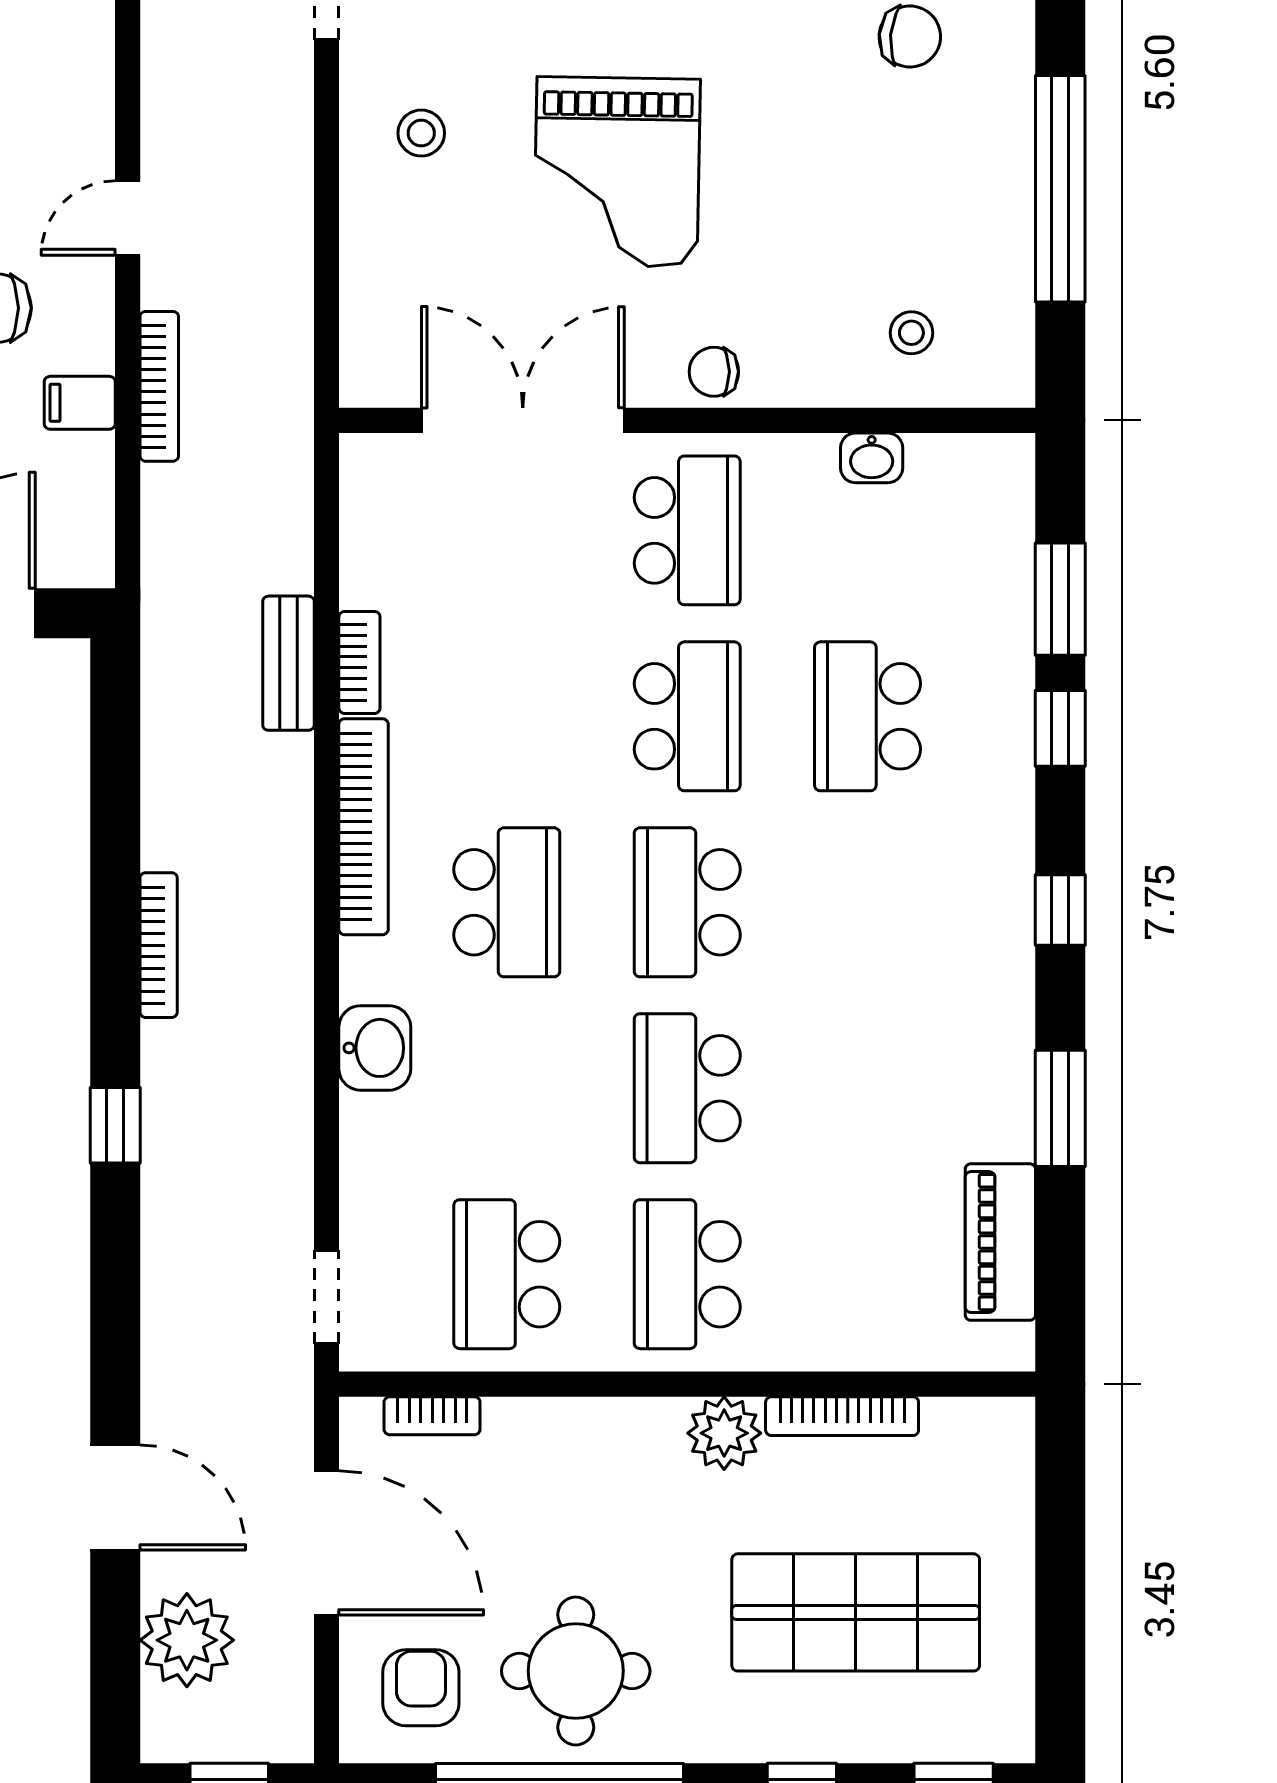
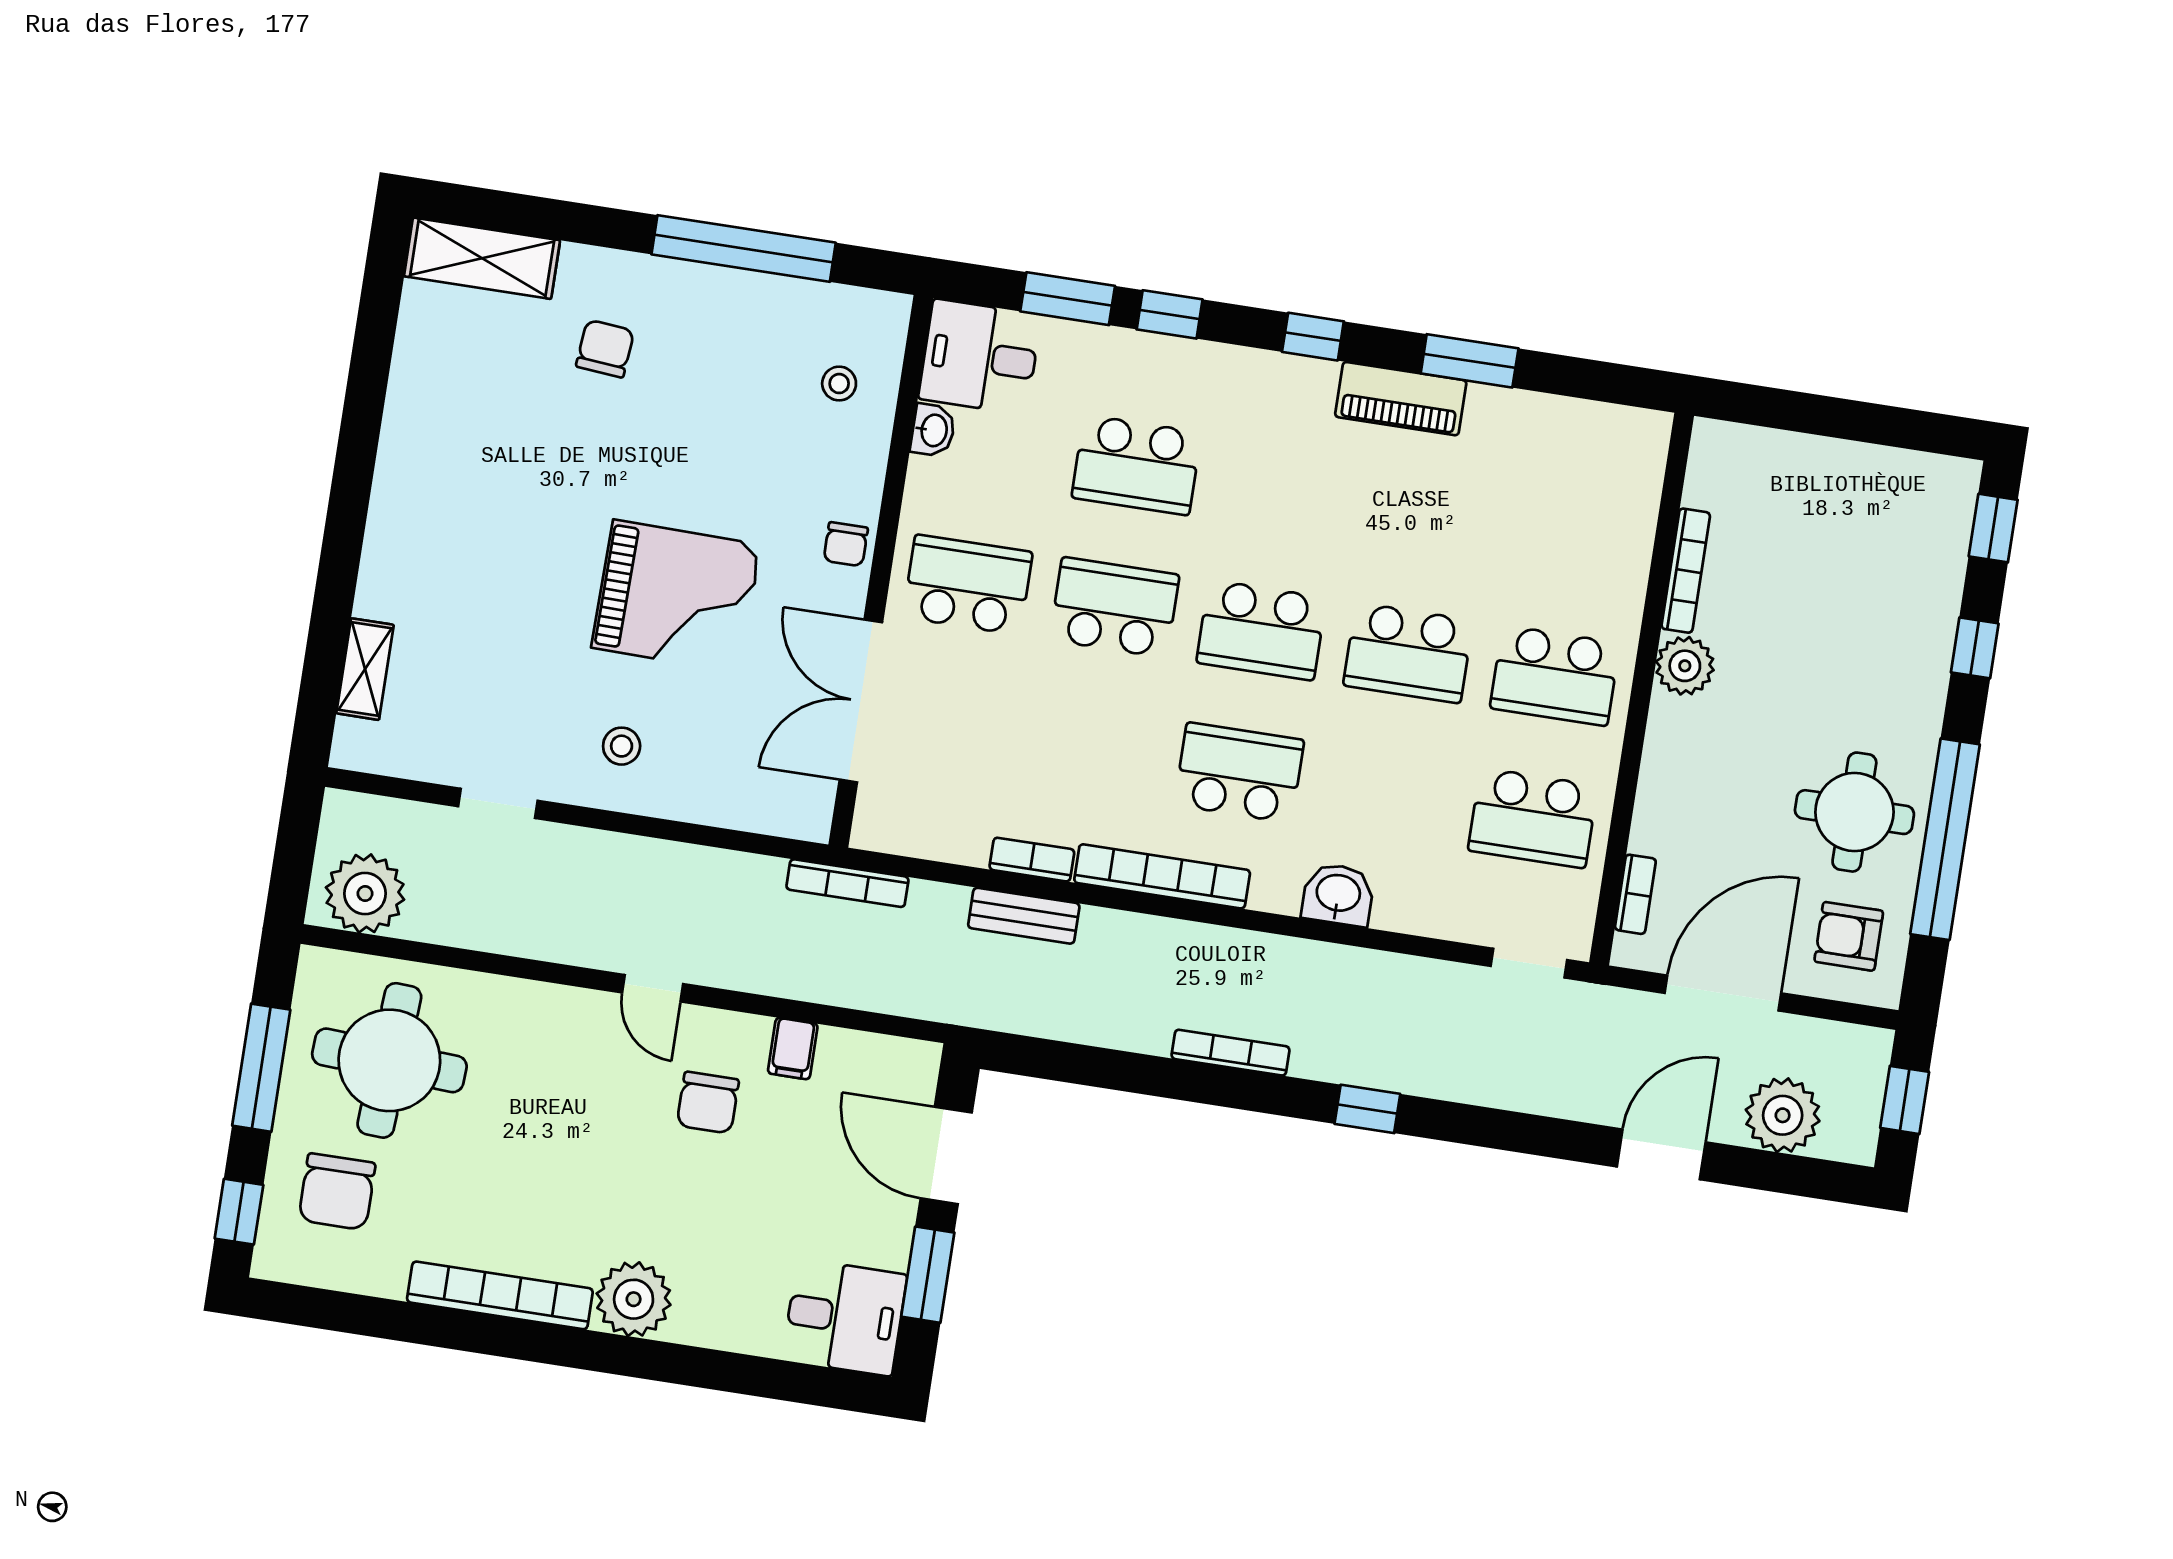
bookcase: (159, 386) -> (847, 883), moved, turned 180
desk: (971, 502) -> (980, 357), added
piano: (1000, 1242) -> (1401, 399), moved
shop shelf: (856, 1612) -> (1842, 584), removed

